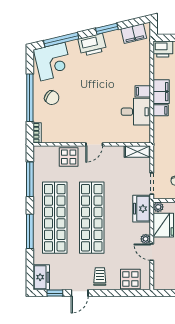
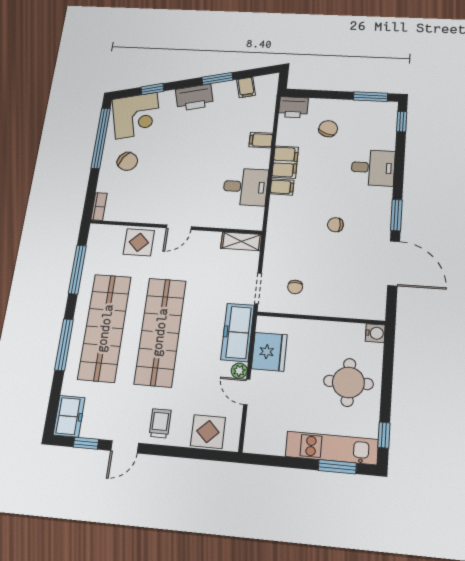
filing cabinet: (134, 34) -> (246, 87), width x0.50
window: (61, 40) -> (152, 89), width x0.46
filing cabinet: (143, 91) -> (261, 140), moved
window: (30, 98) -> (101, 138), moved
plant: (158, 207) -> (264, 324), removed
freezer: (142, 209) -> (237, 332), width x1.40

